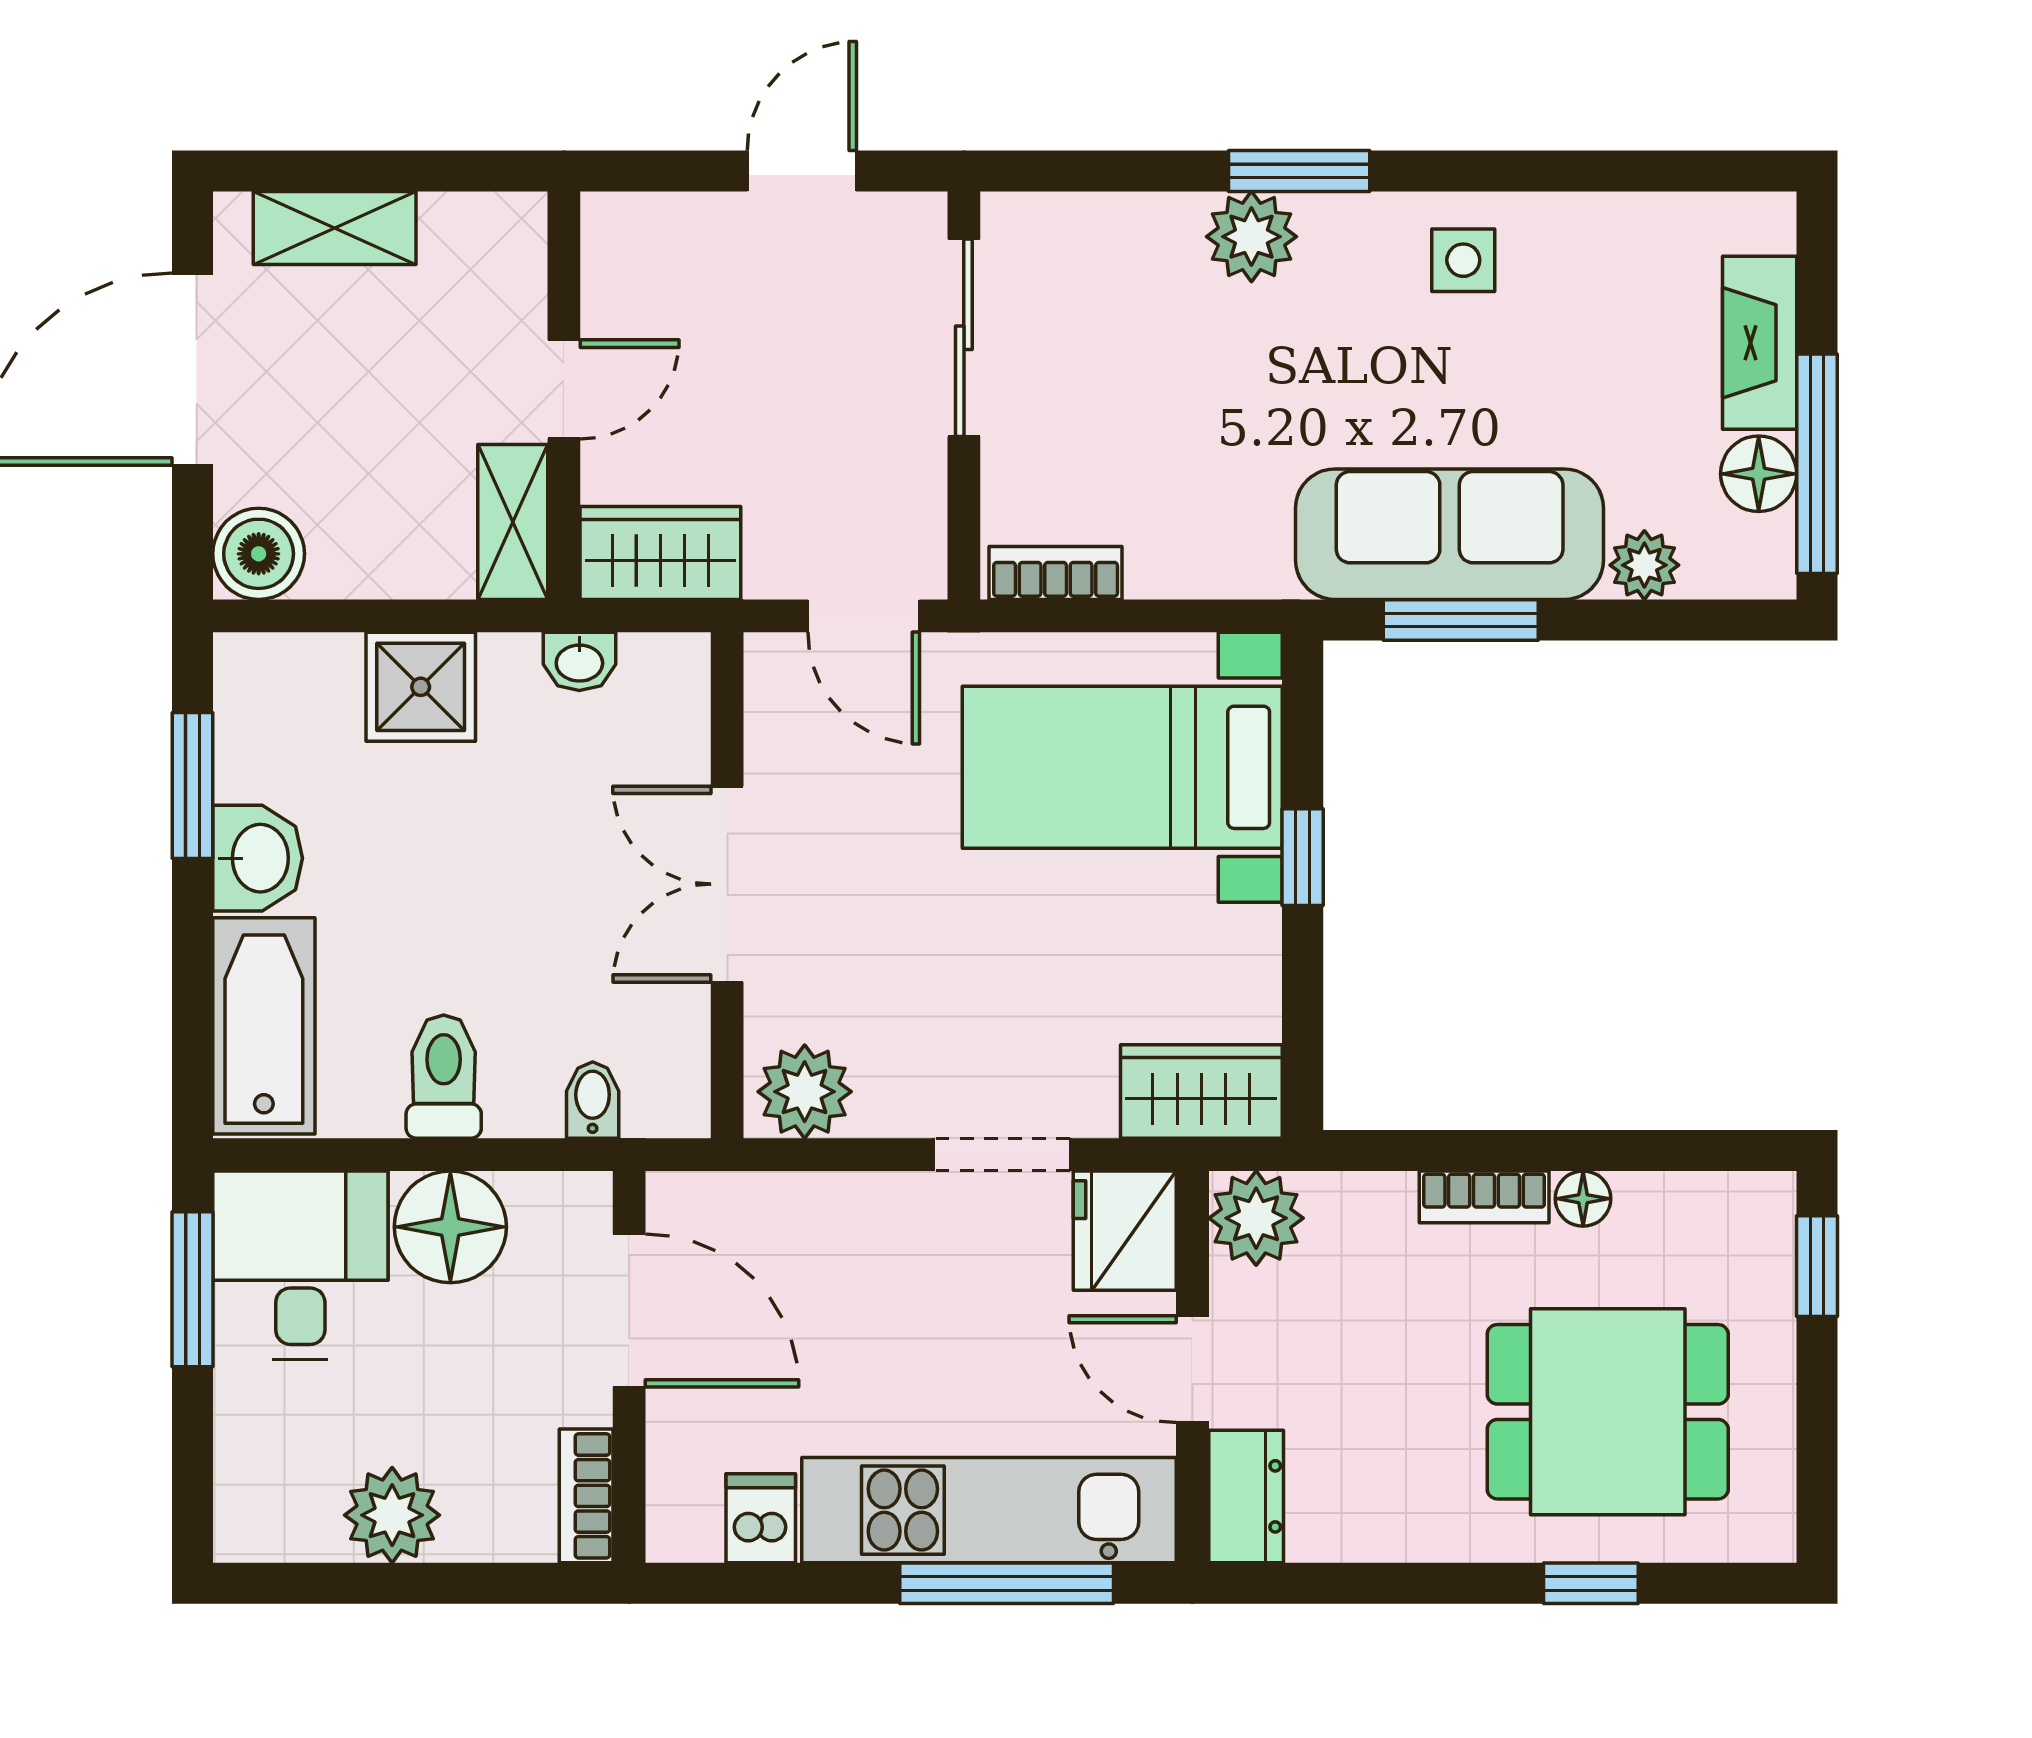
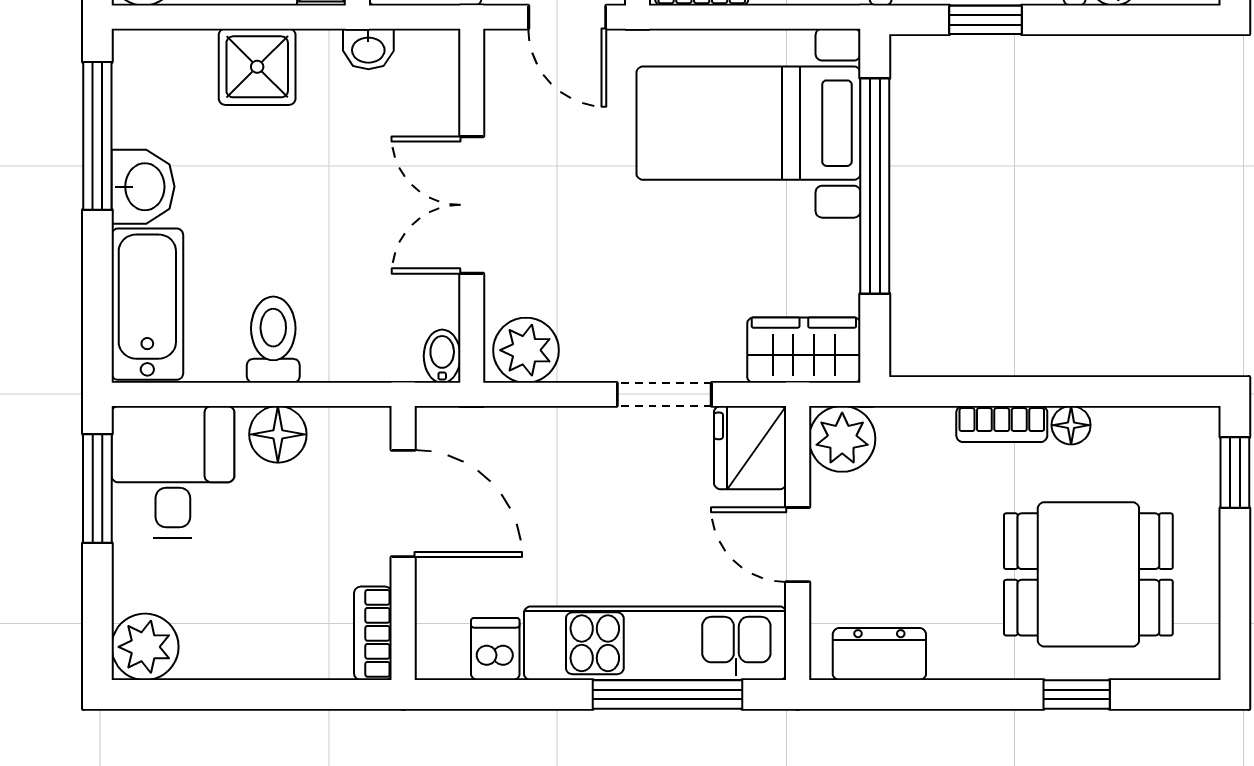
window: (1461, 620) -> (985, 20), width x0.67
window: (192, 786) -> (97, 136), width x1.44
window: (1303, 857) -> (875, 186), width x3.17
bidet: (593, 1100) -> (442, 356), moved
floor lamp: (450, 1227) -> (278, 434), width x0.73, depth x0.73
dresser: (1246, 1496) -> (879, 654), moved, turned -90
plant: (392, 1515) -> (145, 647), moved

